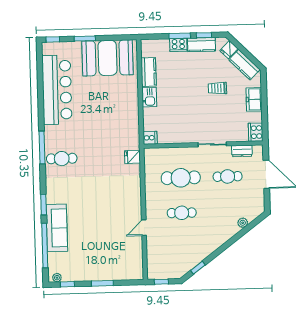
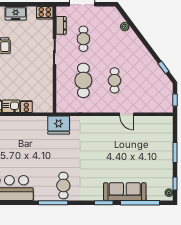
cooker: (150, 138) -> (26, 107), moved
fridge: (132, 157) -> (59, 125), width x1.88, depth x1.34

